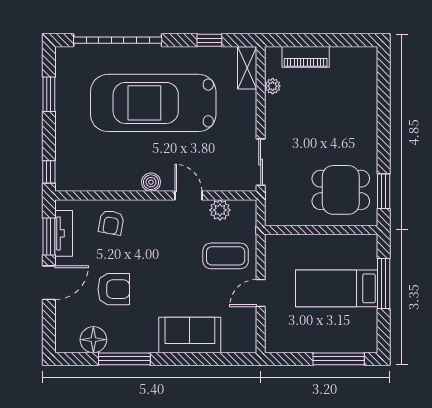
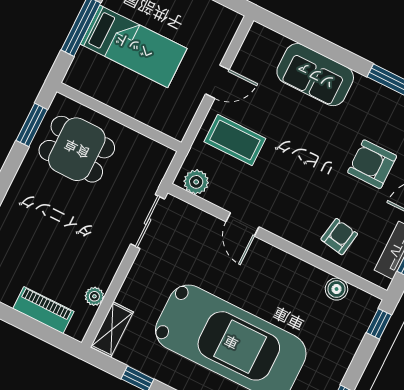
boiler: (151, 182) -> (337, 289), moved
plant: (220, 210) -> (196, 182), moved

